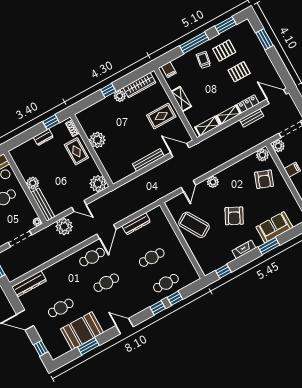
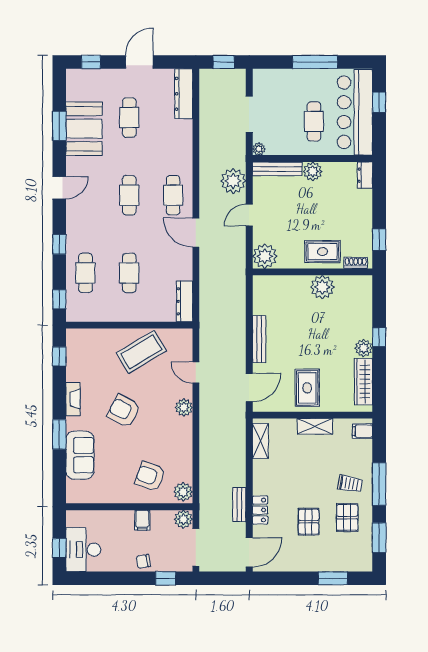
shelving: (229, 115) -> (260, 477), removed
dresser: (43, 137) -> (365, 175), moved
dresser: (136, 224) -> (185, 301), moved
window: (175, 298) -> (59, 299), moved

